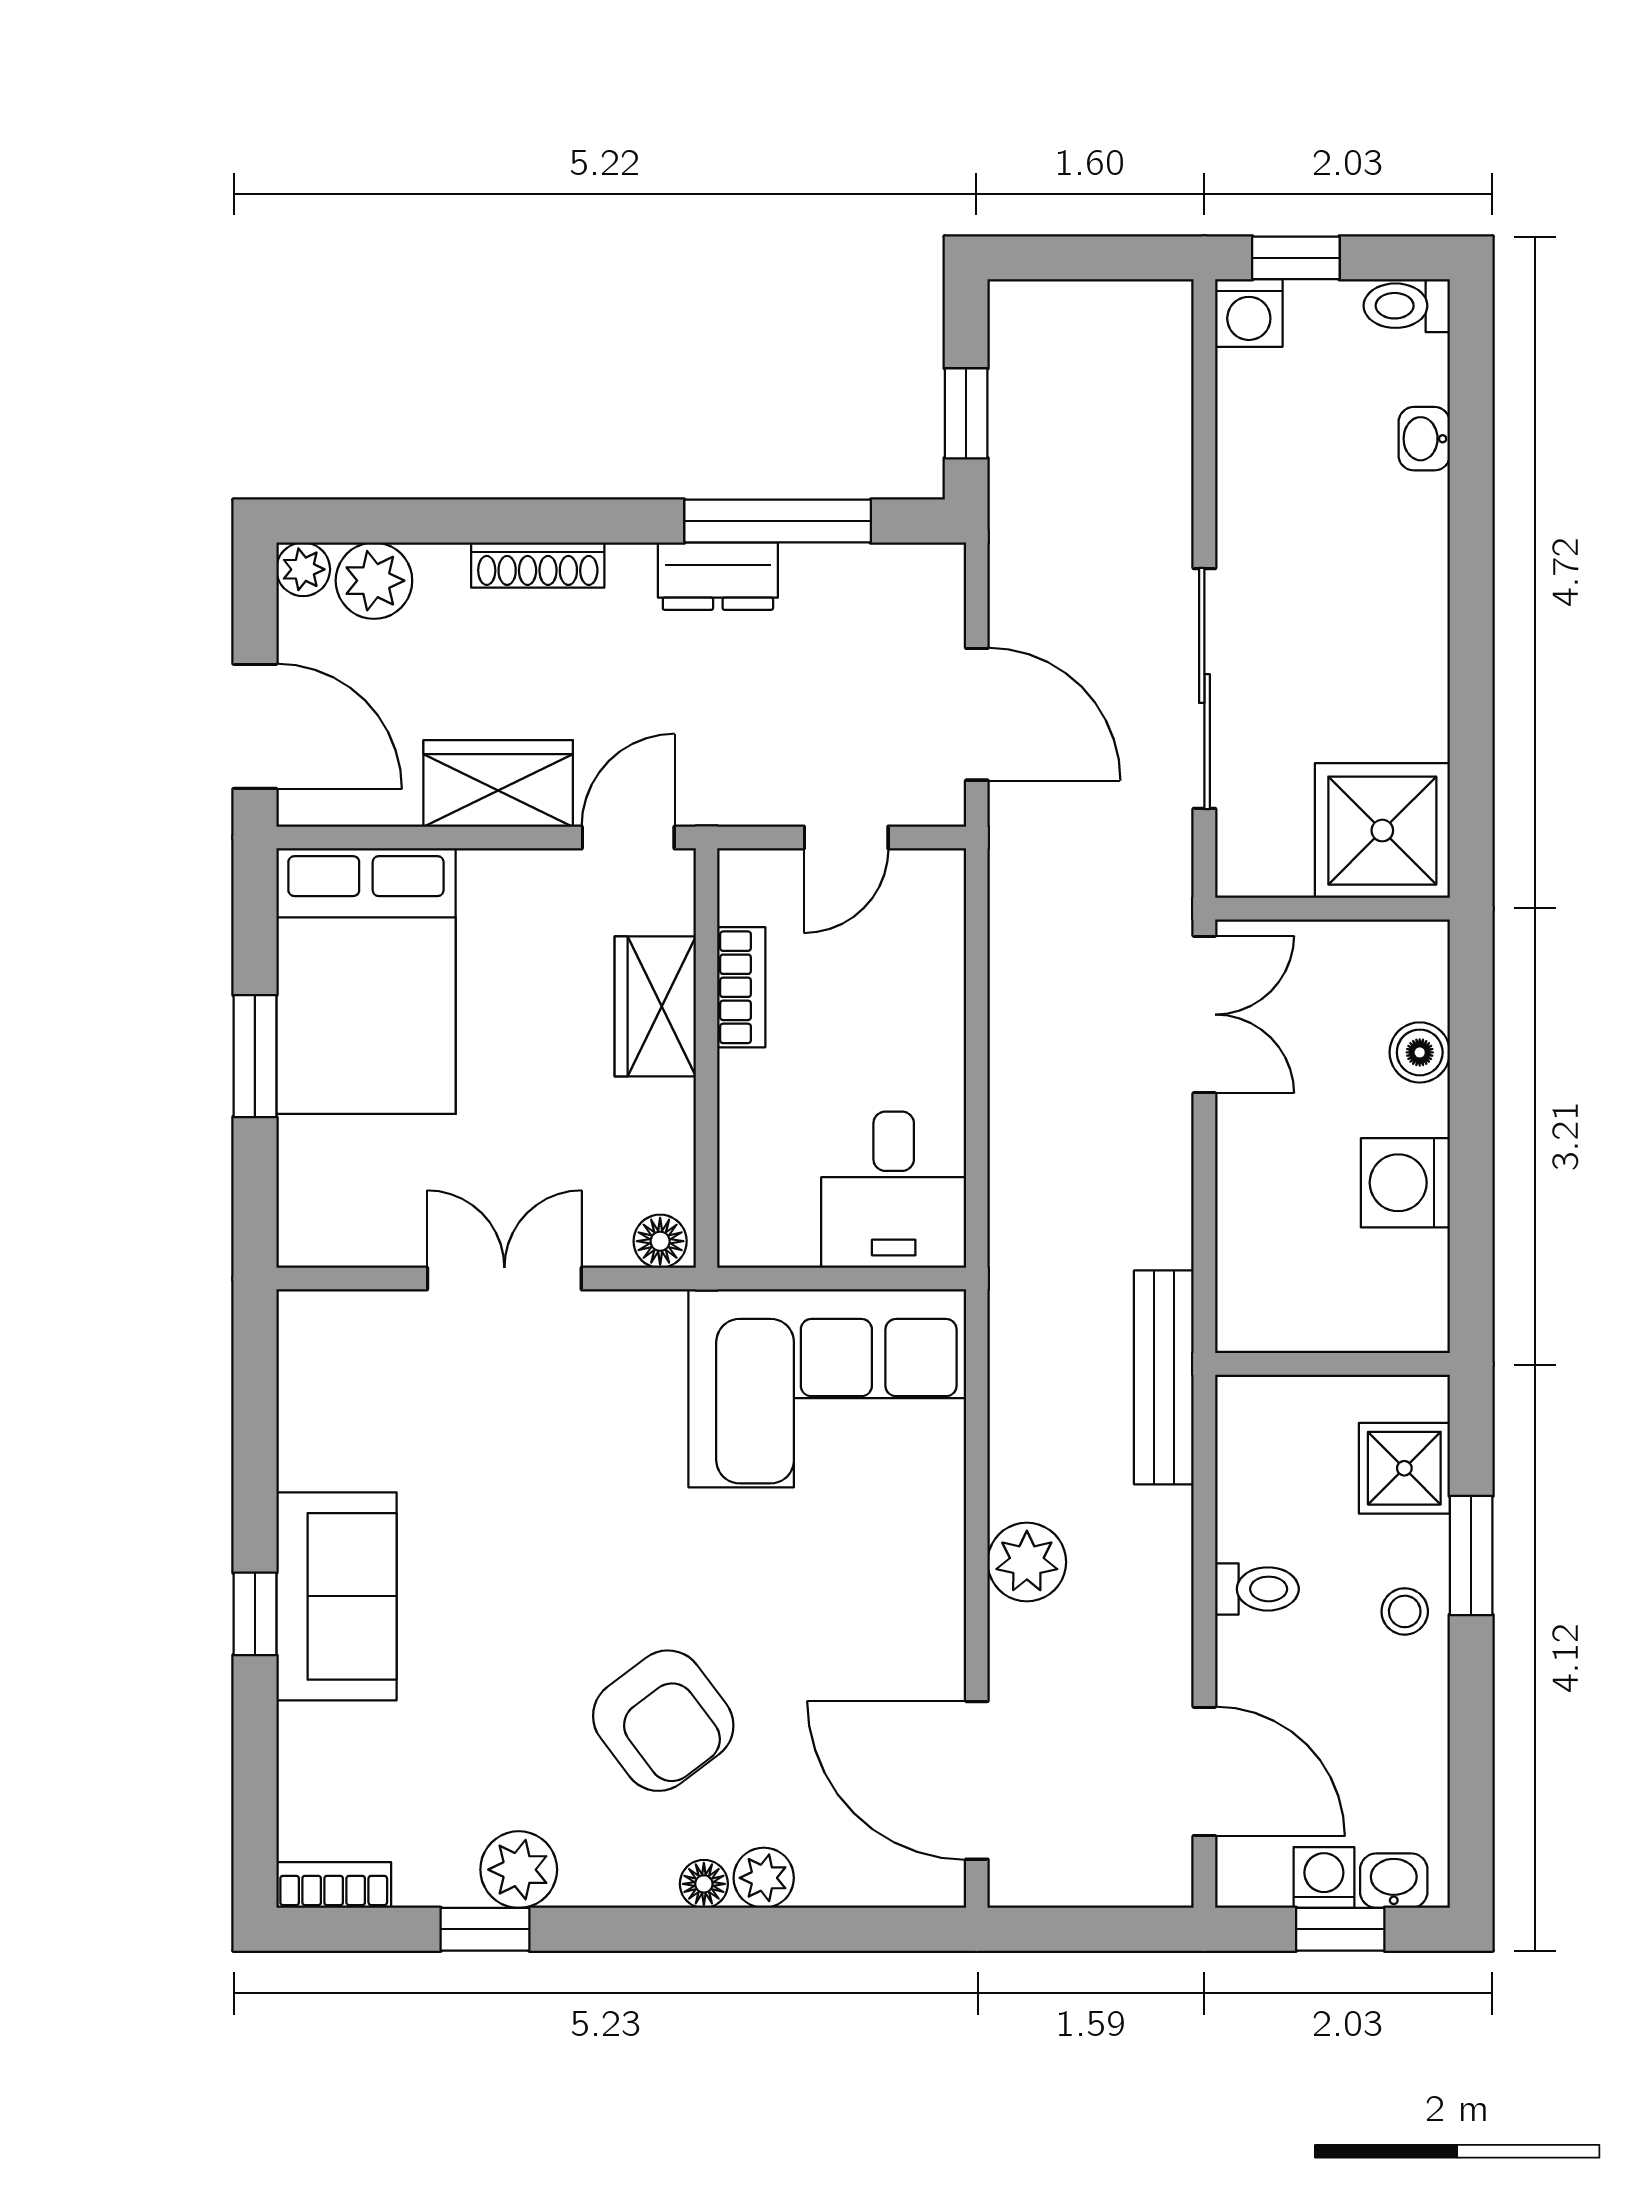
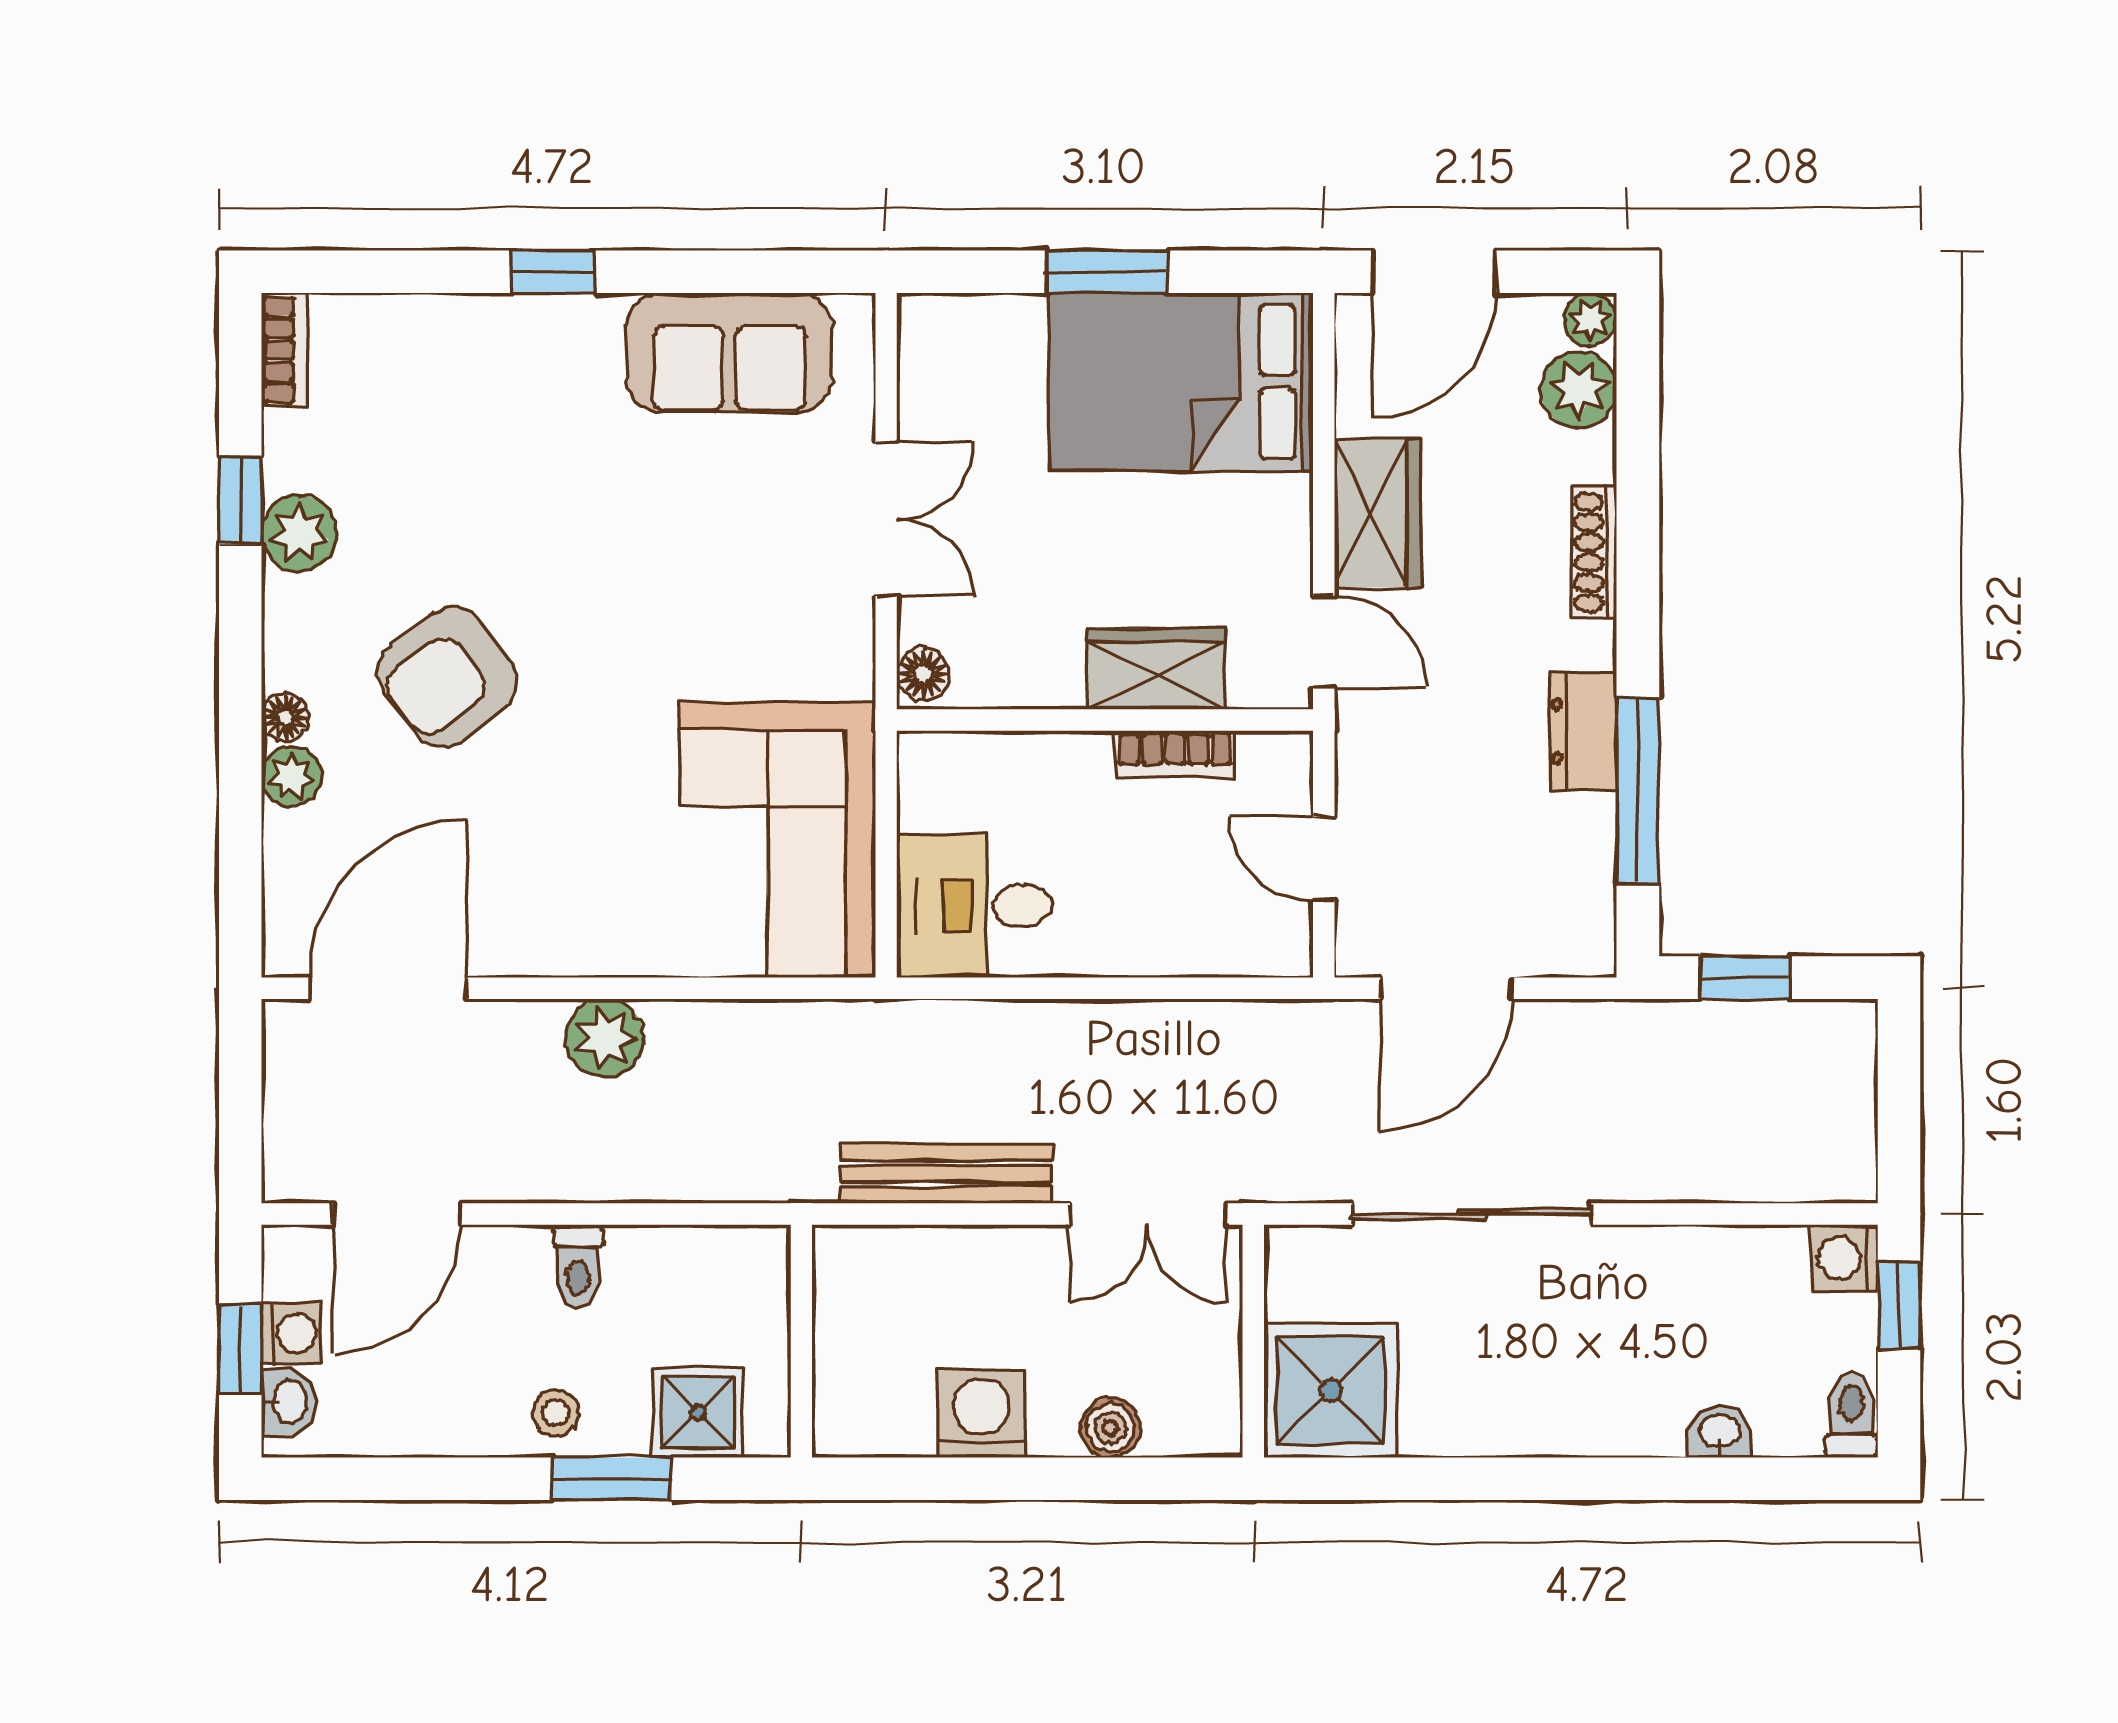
bench: (1164, 1377) -> (946, 1174), moved
sofa: (336, 1596) -> (729, 353), moved

